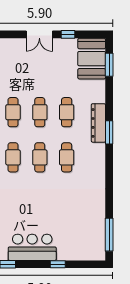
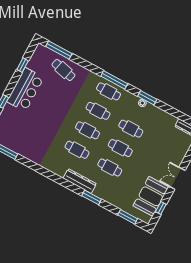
window: (68, 34) -> (161, 208), moved
booth: (92, 59) -> (151, 196), moved, turned 90
dresser: (98, 123) -> (80, 181), moved
window: (109, 132) -> (92, 197), moved

